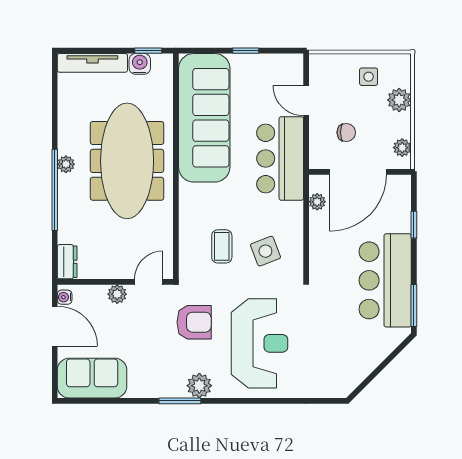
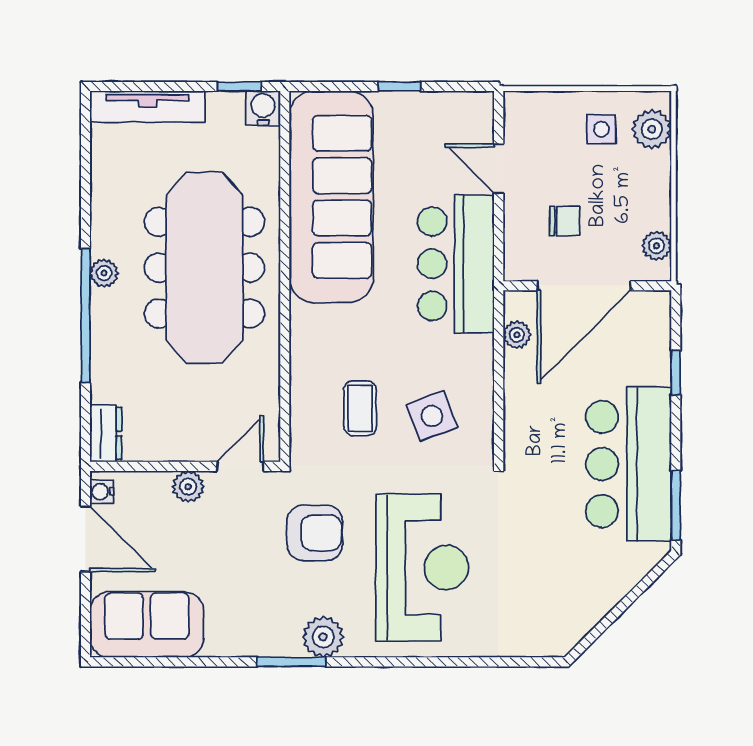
water cooler: (140, 64) -> (263, 108), moved
plant: (399, 100) -> (652, 129), moved

